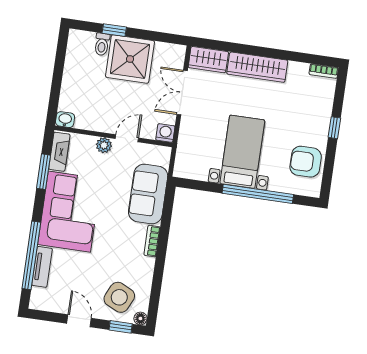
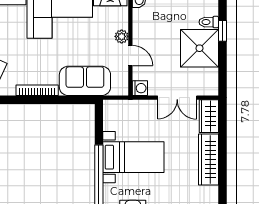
double door: (182, 93) -> (177, 98), swing flipped
bookcase: (152, 241) -> (37, 90), width x1.56

